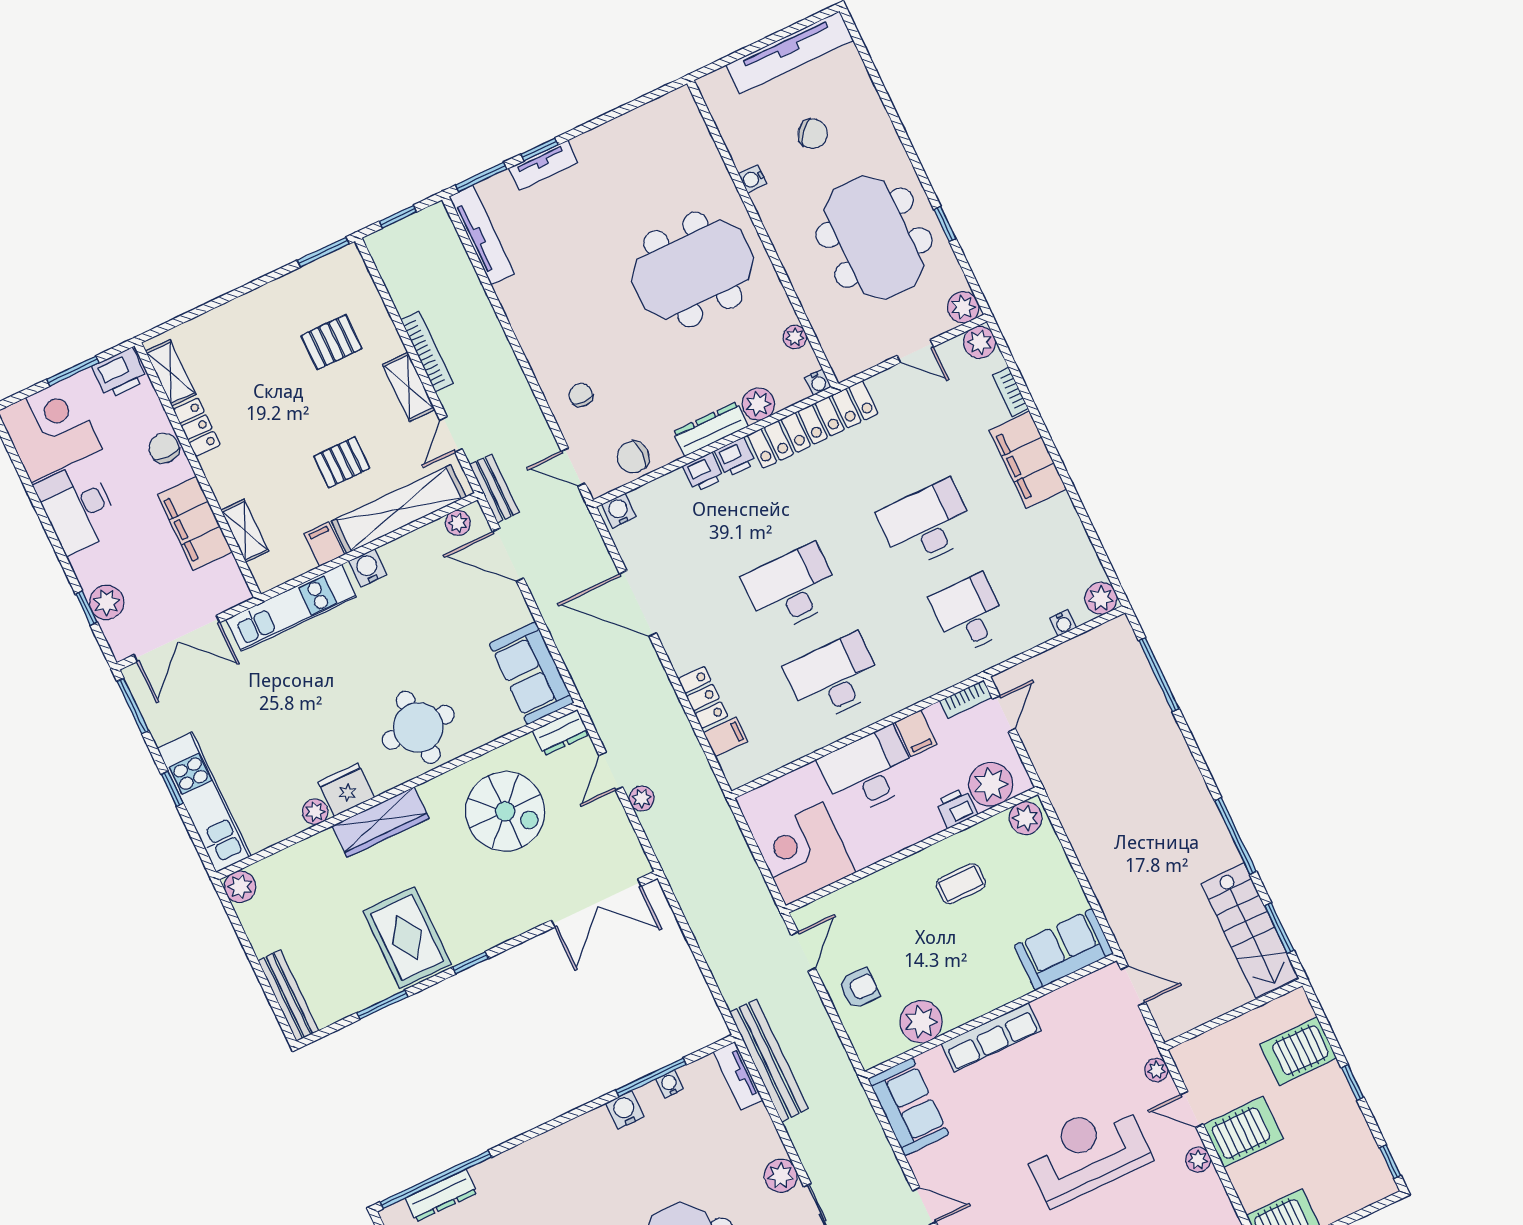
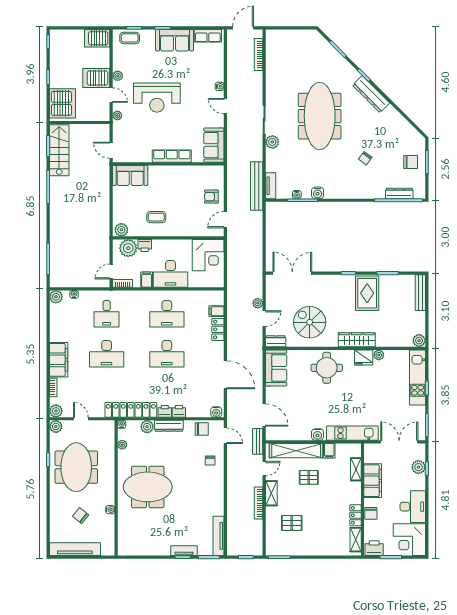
plant: (458, 523) -> (277, 435), removed
plant: (921, 1022) -> (195, 174), removed
server rack: (1298, 1051) -> (62, 103), width x1.60

